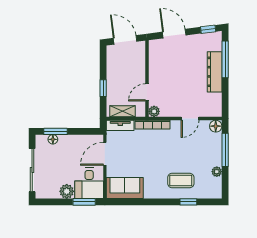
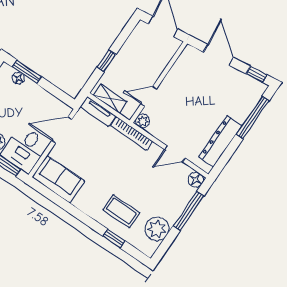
dresser: (215, 72) -> (220, 141), moved
plant: (217, 172) -> (157, 229), width x1.87, depth x1.87

